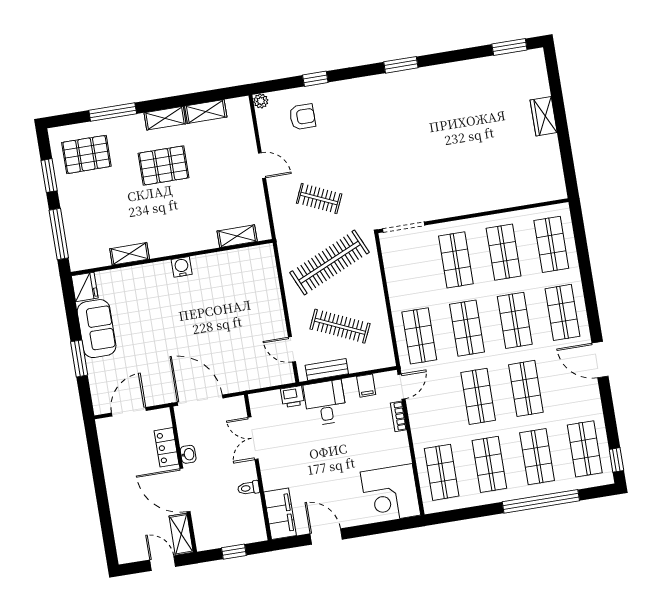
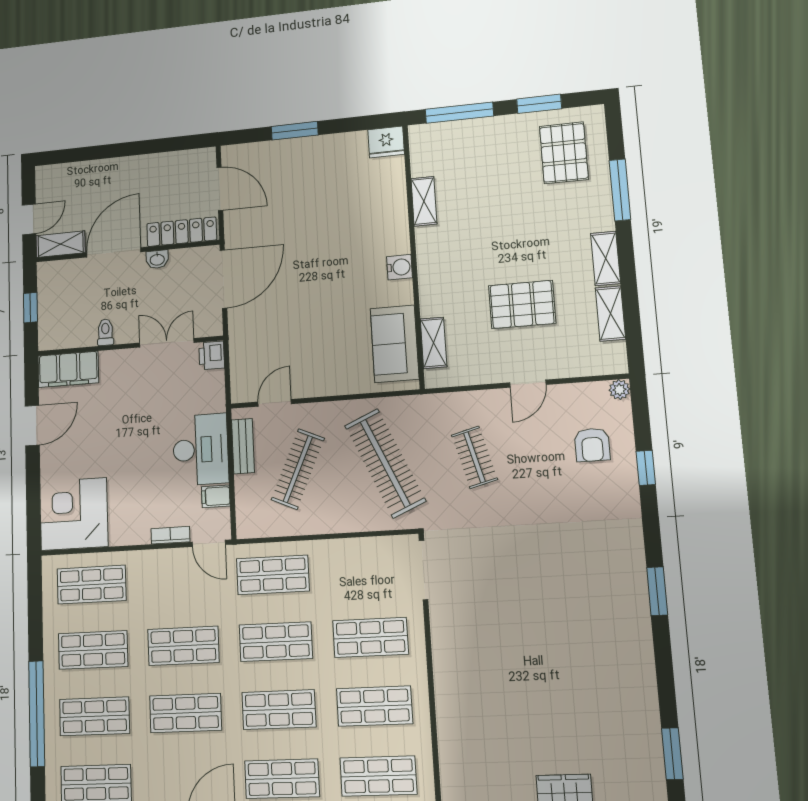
pallet: (164, 165) -> (522, 304), moved, turned 90
clothes rail: (319, 199) -> (474, 457), turned -39
sofa: (97, 329) -> (395, 344), moved, turned 90
printer: (292, 397) -> (212, 355), moved
desk: (325, 403) -> (201, 450), width x1.37
locker: (167, 447) -> (182, 232), width x1.53

